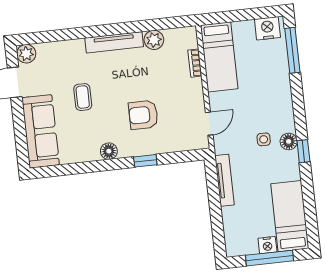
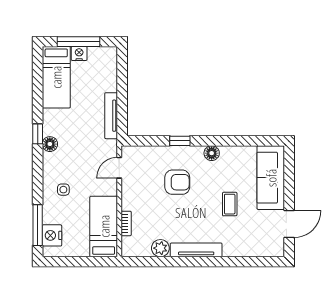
nightstand: (267, 28) -> (52, 235), moved, turned 90
plant: (26, 54) -> (276, 248), removed
side table: (264, 139) -> (63, 190), moved

